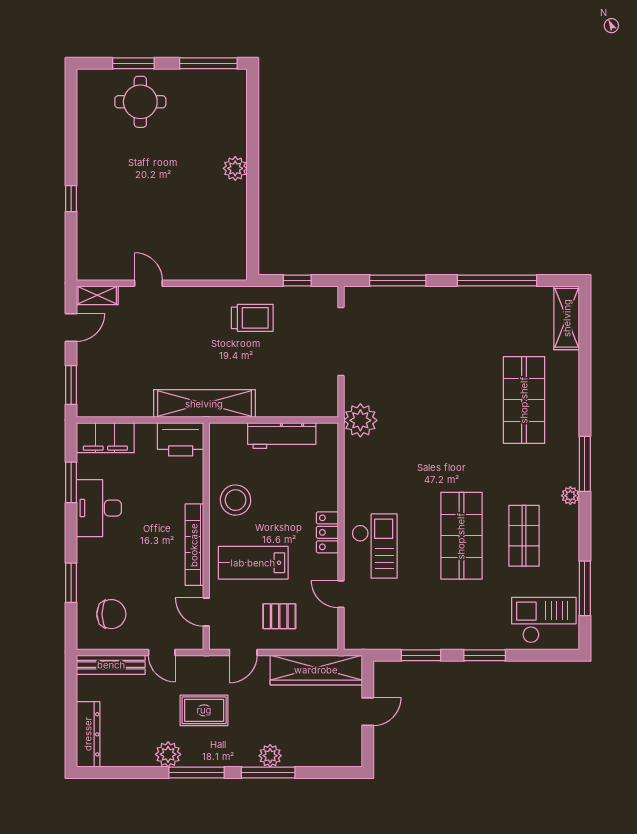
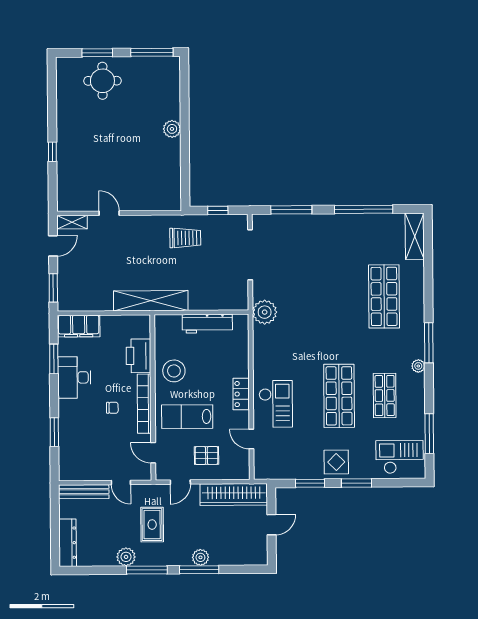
printer: (181, 439) -> (138, 356), moved, turned 90
chair: (111, 614) -> (112, 408), moved, width x0.54, depth x0.54
display table: (457, 626) -> (336, 462), added
rug: (204, 710) -> (152, 525), turned 90

